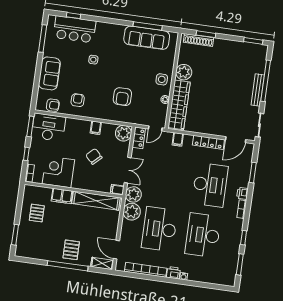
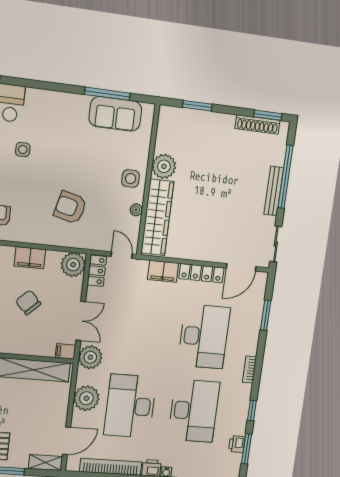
sofa: (147, 38) -> (115, 114), width x0.73
shoe rack: (199, 40) -> (258, 124), moved
armchair: (122, 97) -> (70, 207), turned 104
filing cabinet: (96, 128) -> (30, 258), width x2.00
door: (155, 128) -> (122, 255), swing flipped
filing cabinet: (178, 139) -> (163, 271), width x2.00
printer: (242, 193) -> (237, 444), moved
plant: (132, 212) -> (86, 398), moved
desk: (203, 235) -> (194, 411), turned 180
door: (116, 250) -> (67, 441), swing flipped

